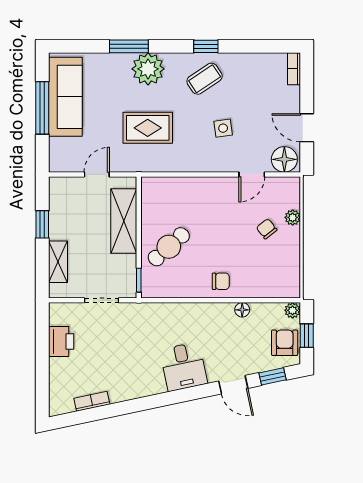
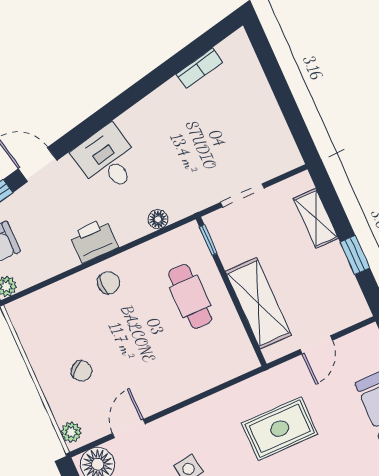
plant: (293, 217) -> (71, 432), moved
cafe table: (169, 247) -> (190, 296), turned -48
chair: (221, 281) -> (109, 283), turned 180
floor lamp: (242, 310) -> (158, 219), moved
printer: (61, 341) -> (94, 241), moved, turned 90

